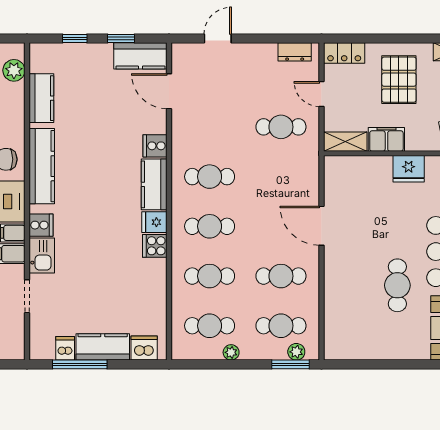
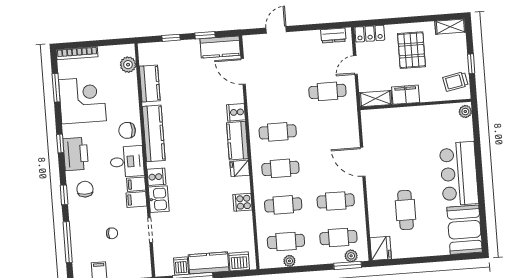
door: (322, 94) -> (355, 65), hinge flipped
fridge: (409, 169) -> (381, 248), moved, turned -90
cooker: (155, 246) -> (243, 202), moved
cafe table: (397, 285) -> (406, 210), moved
plant: (231, 352) -> (289, 261), moved

